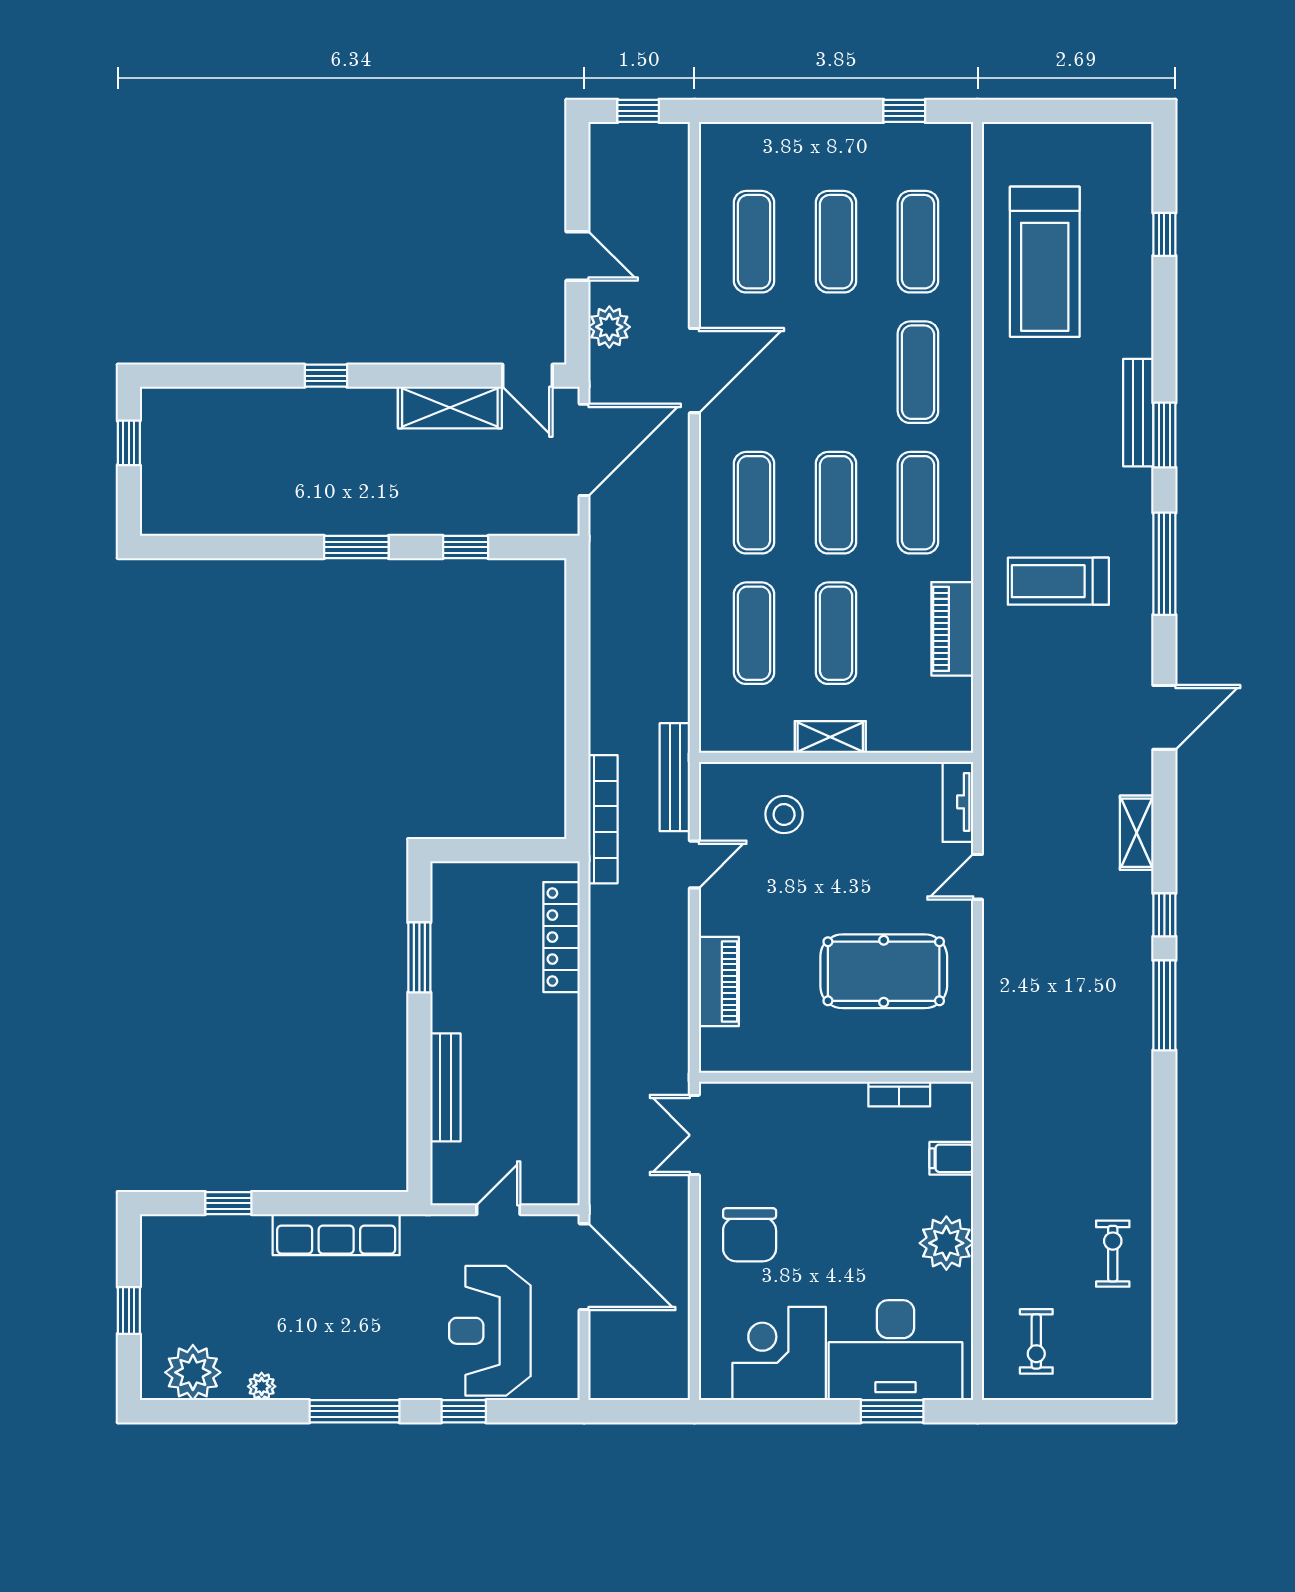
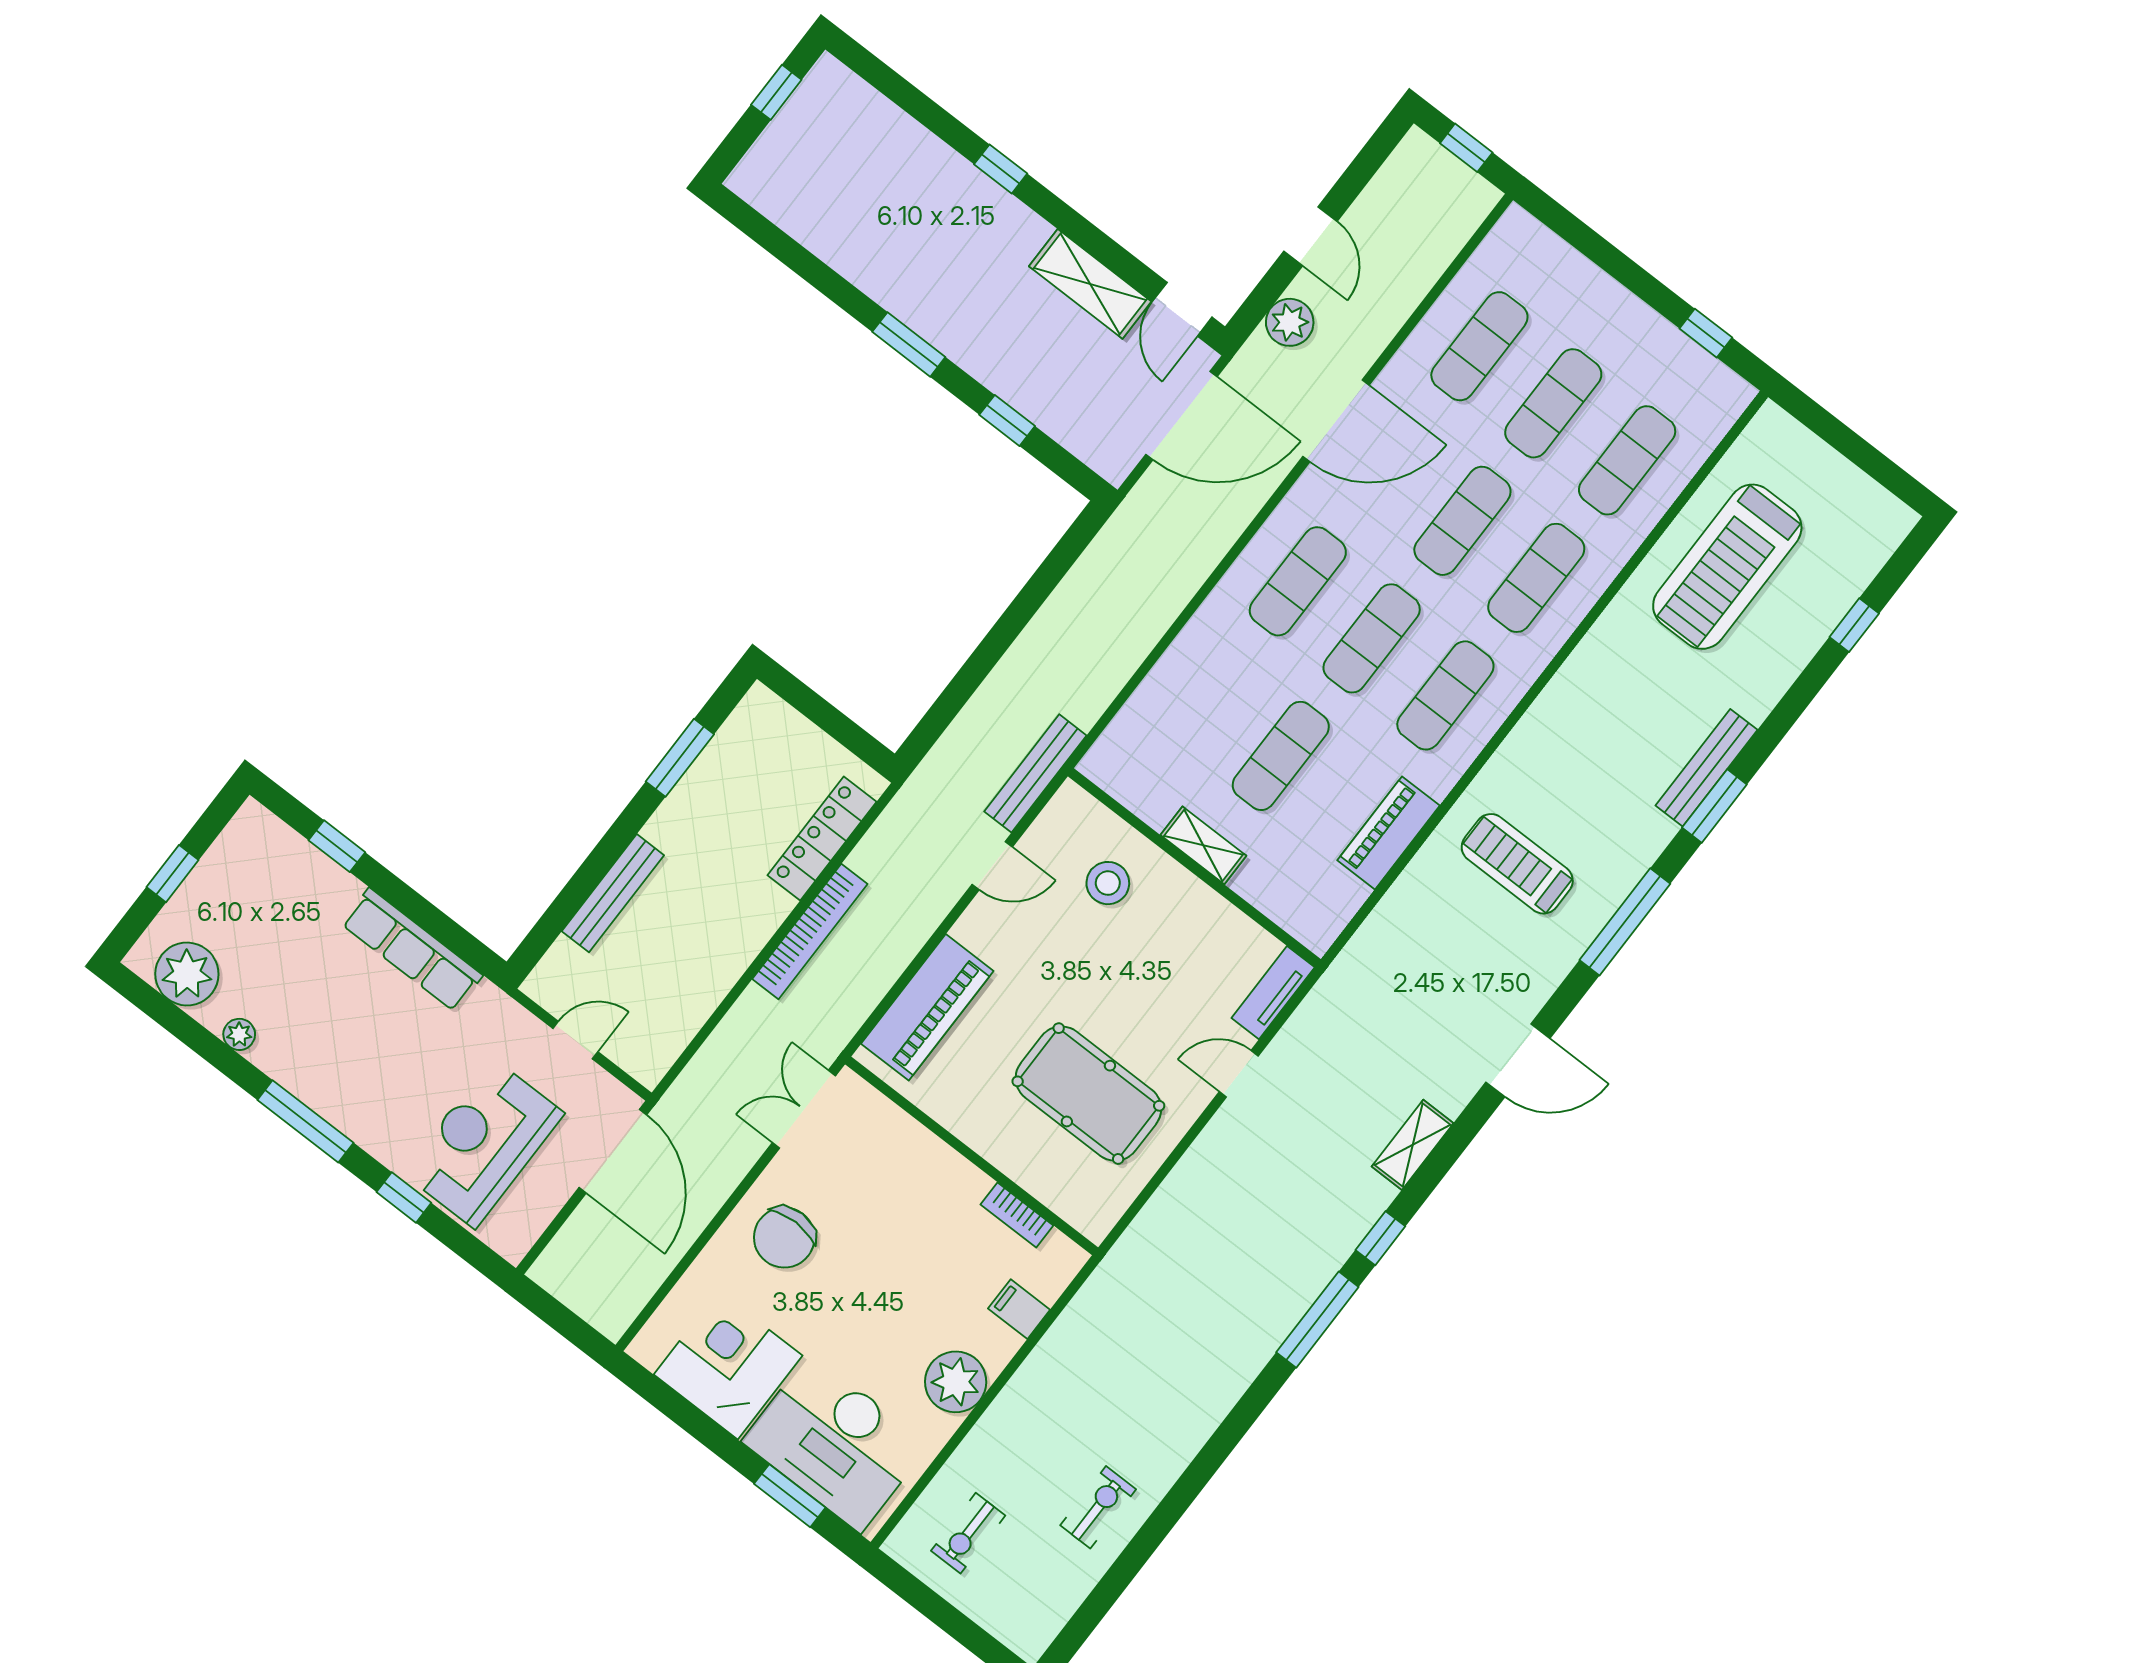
exercise mat: (754, 633) -> (1462, 521), moved
bookcase: (603, 819) -> (810, 931), moved
piano: (719, 982) -> (927, 1007), width x1.37, depth x1.33

